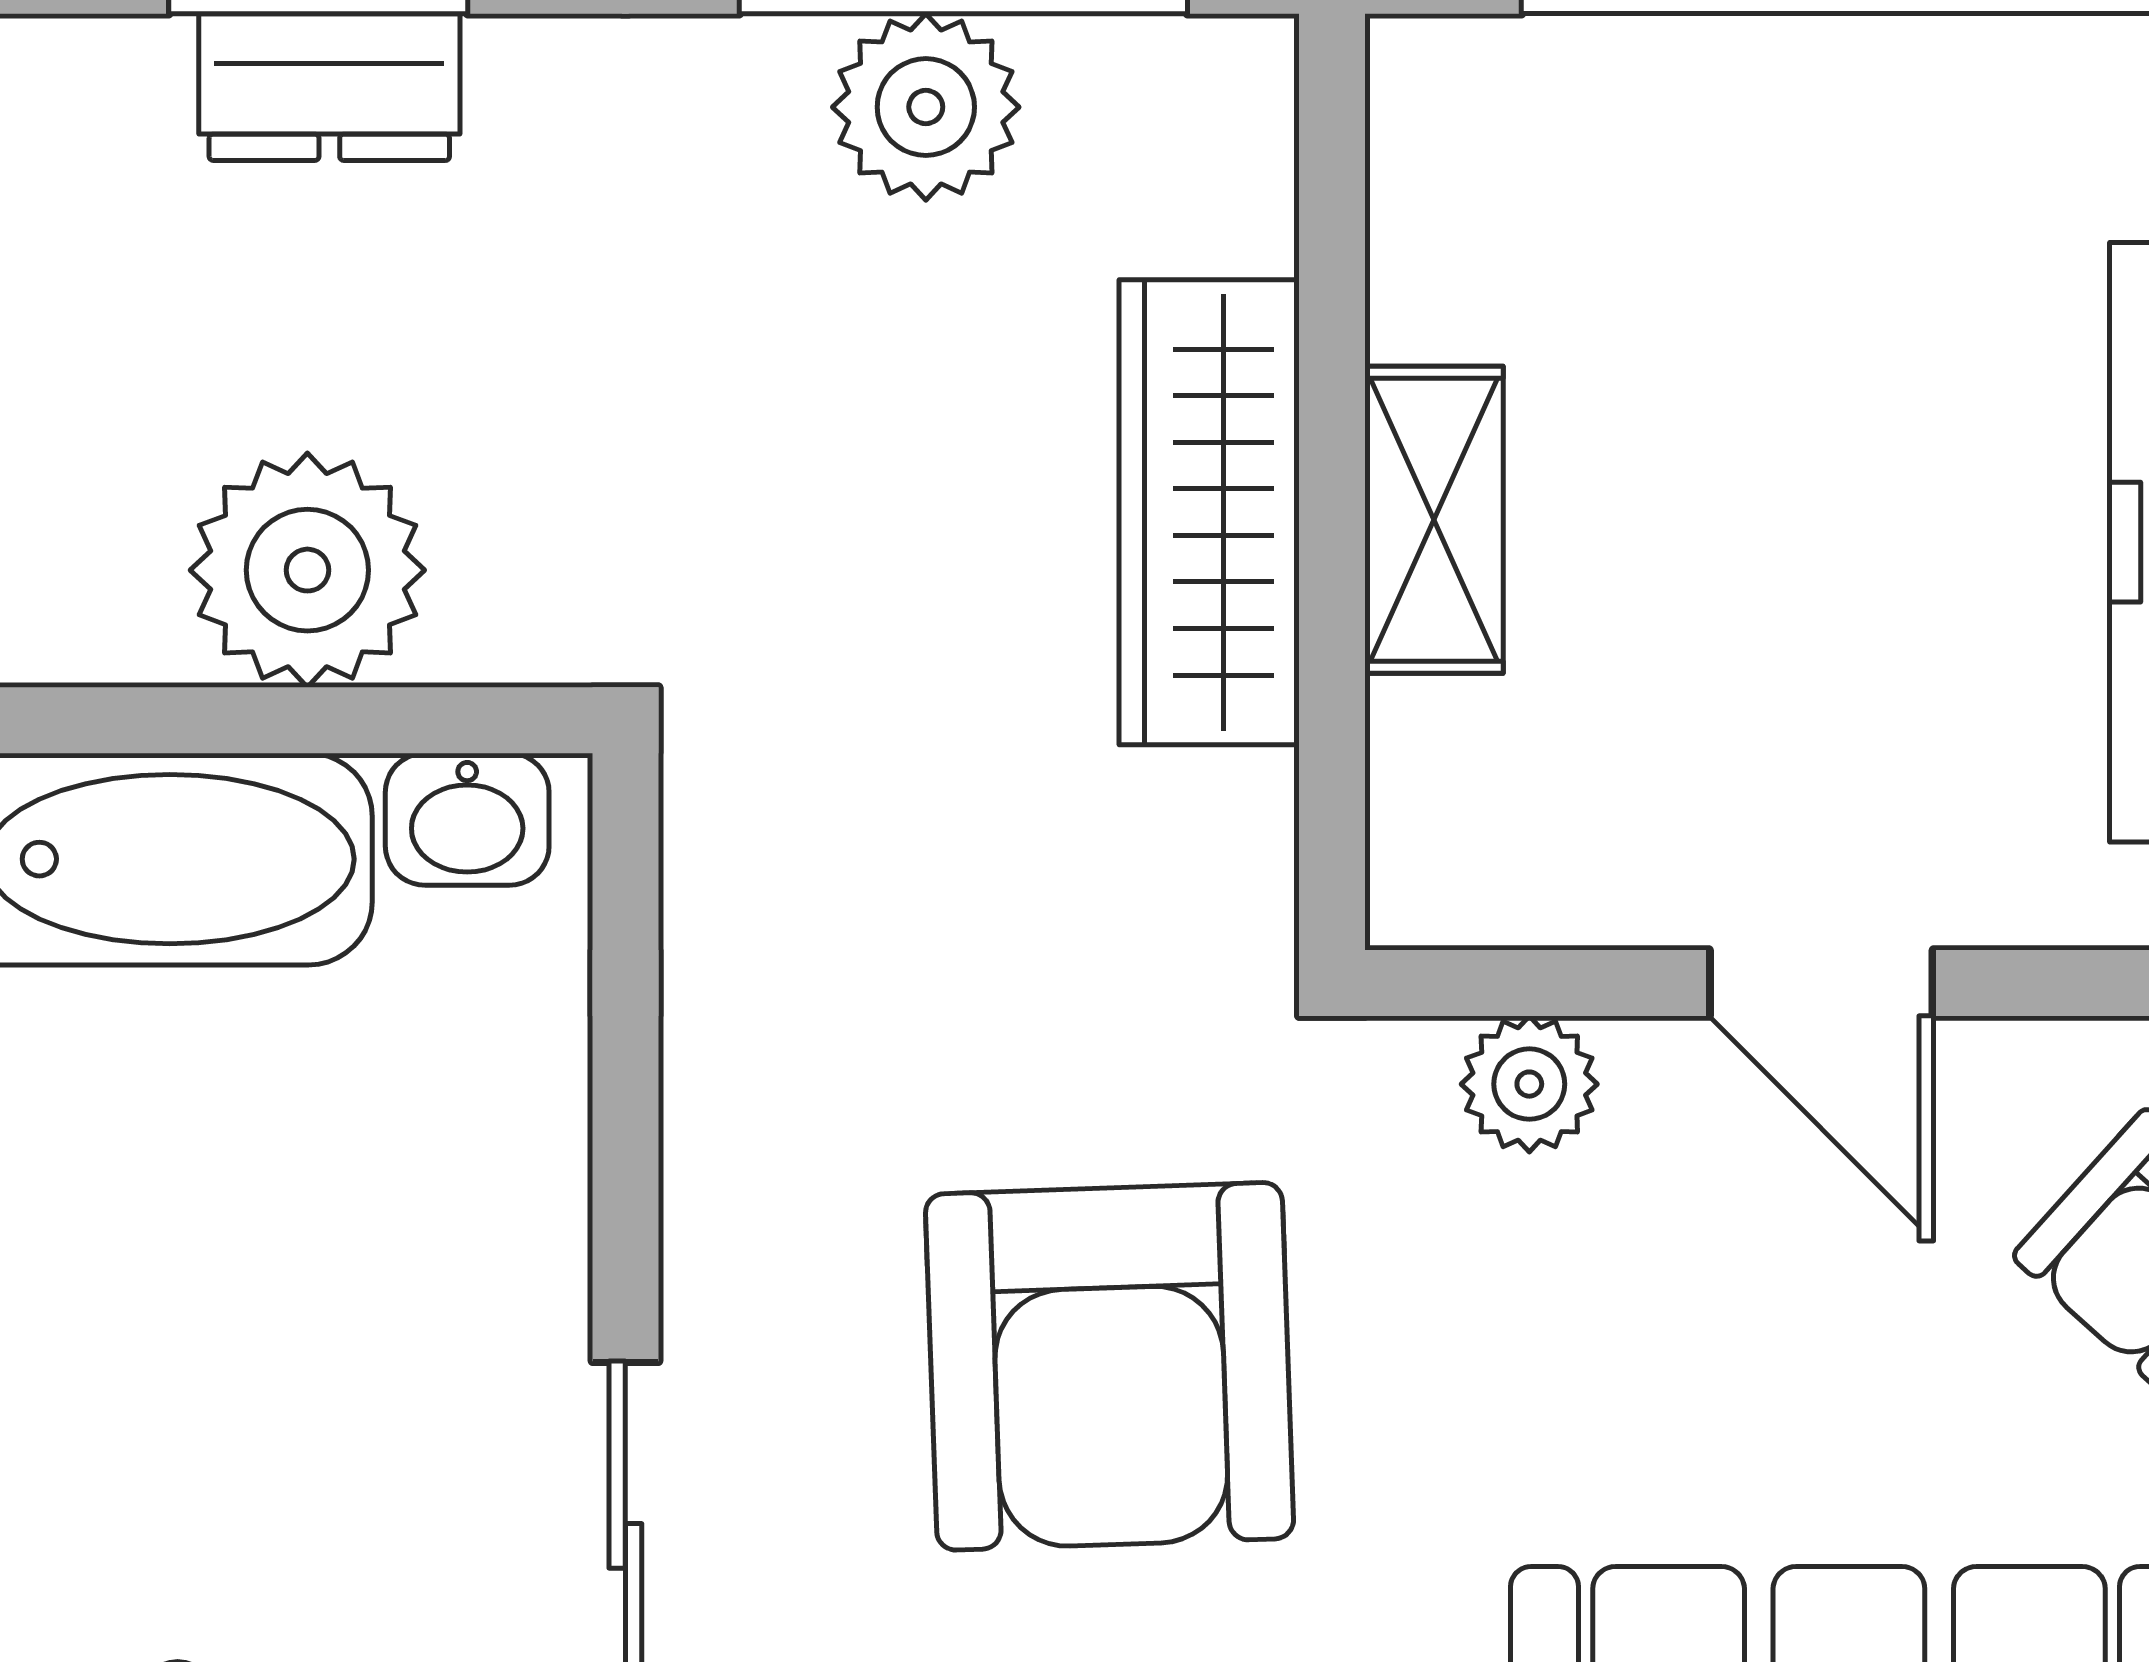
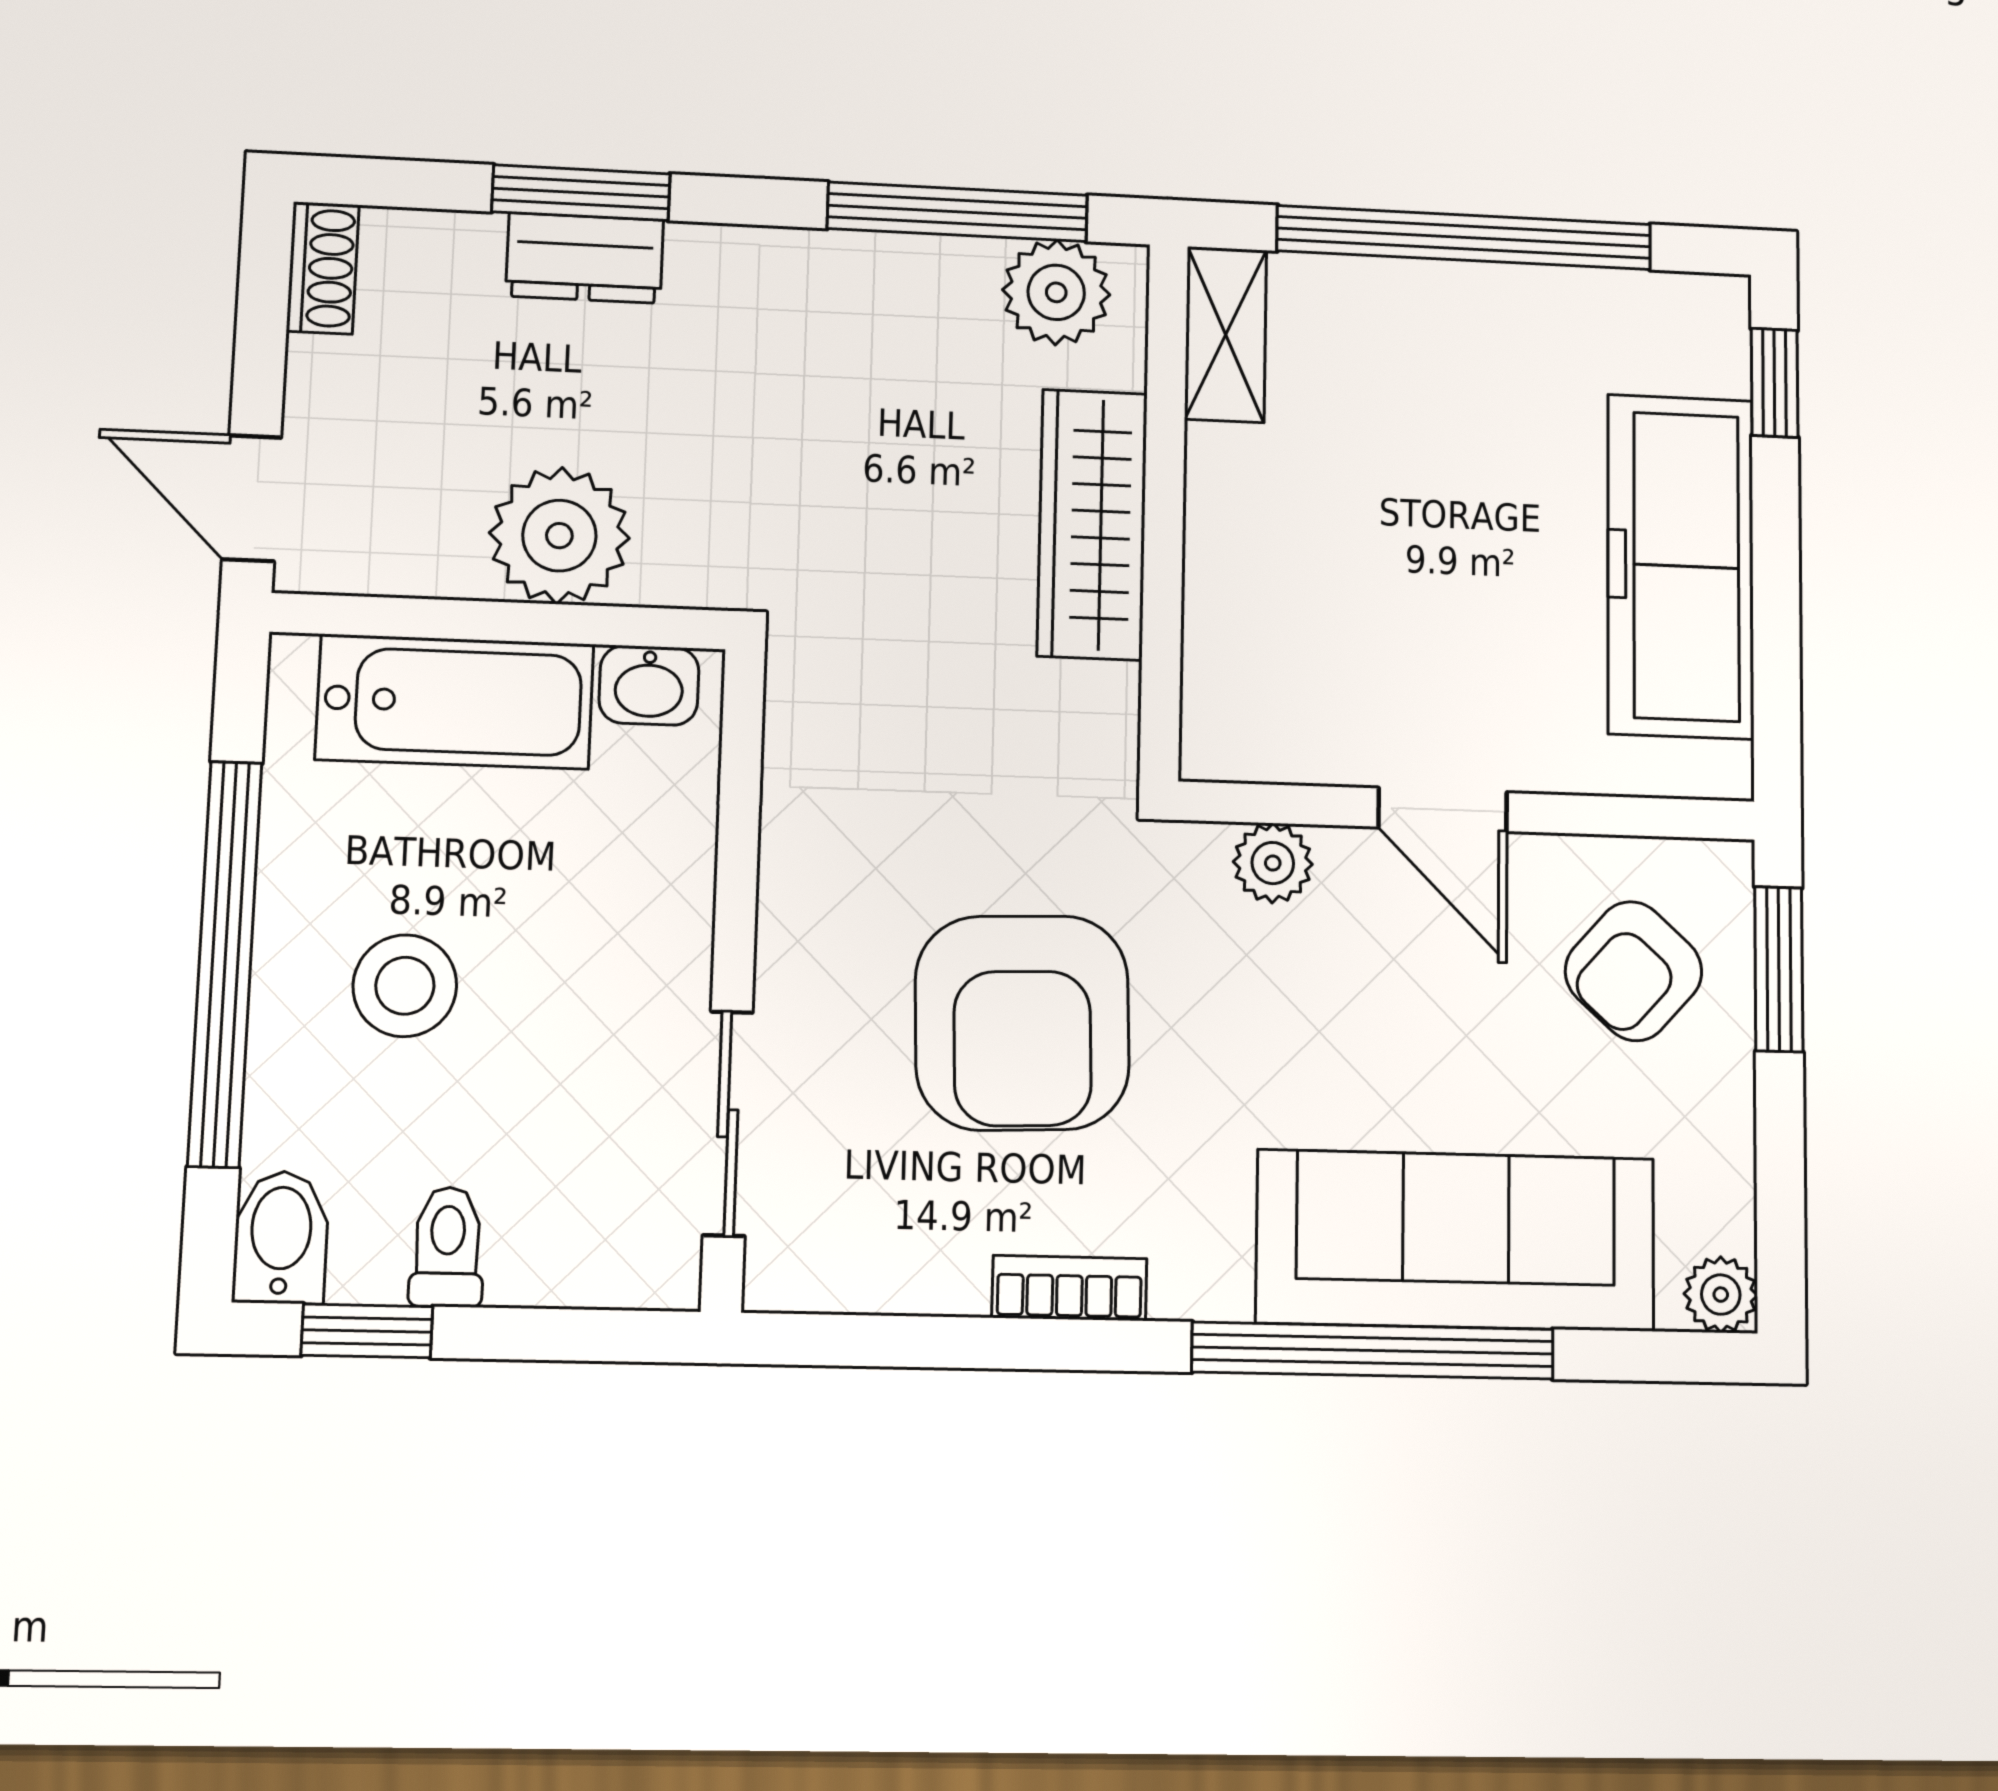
plant: (926, 107) -> (1056, 292), moved
shelving: (1434, 520) -> (1226, 334), moved
stool: (88, 1334) -> (405, 986), added

